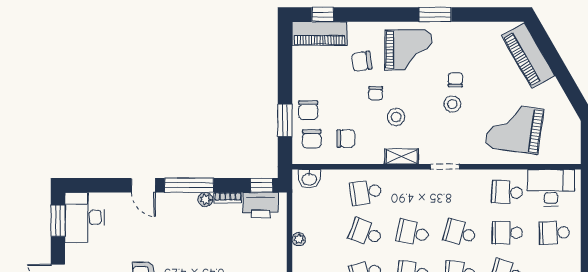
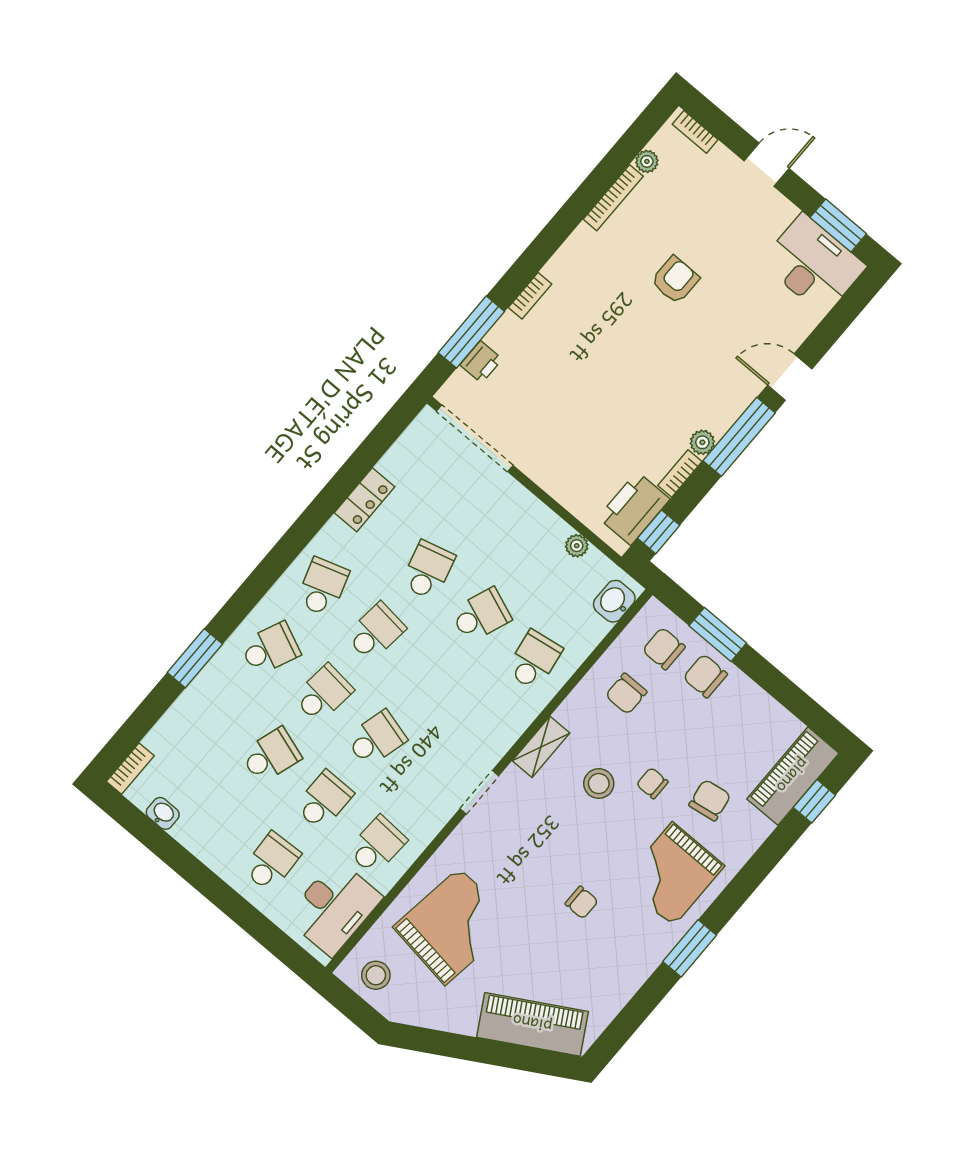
stool: (452, 104) -> (376, 975), moved
school desk: (413, 233) -> (429, 677), removed
plant: (299, 239) -> (577, 546), moved

